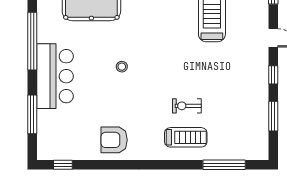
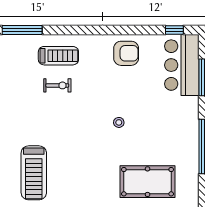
bar counter: (55, 76) -> (182, 65), moved
treadmill: (186, 137) -> (58, 56), turned 180

